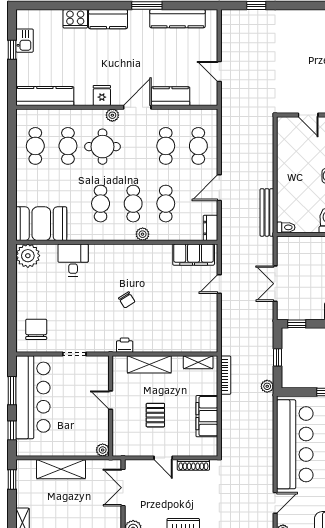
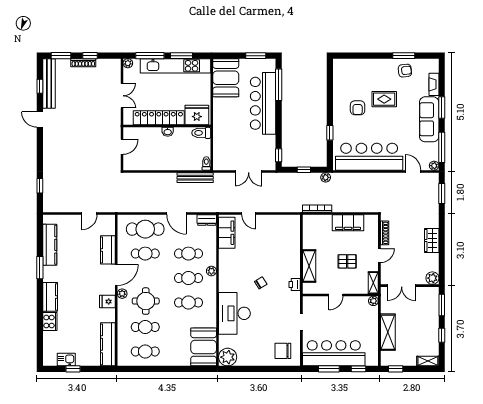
door: (137, 107) -> (116, 275), swing flipped
cafe table: (198, 146) -> (145, 229), width x1.37, depth x1.35
desk: (73, 260) -> (234, 313), width x1.87, depth x1.30
shelving: (198, 362) -> (373, 283), moved

